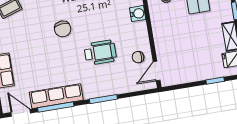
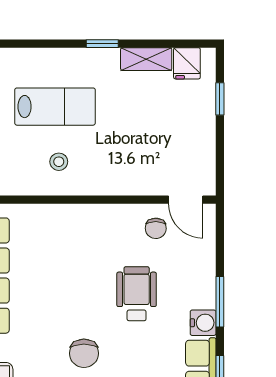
water cooler: (138, 14) -> (203, 323), moved, turned 90
chair: (63, 29) -> (84, 353), turned 96

